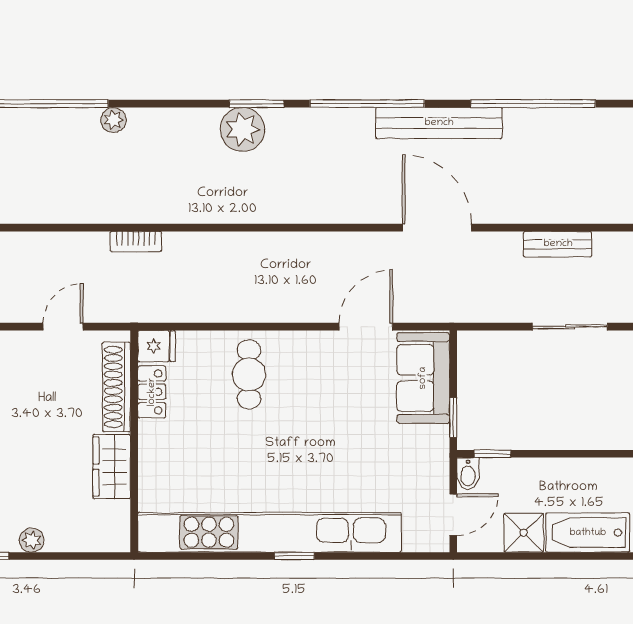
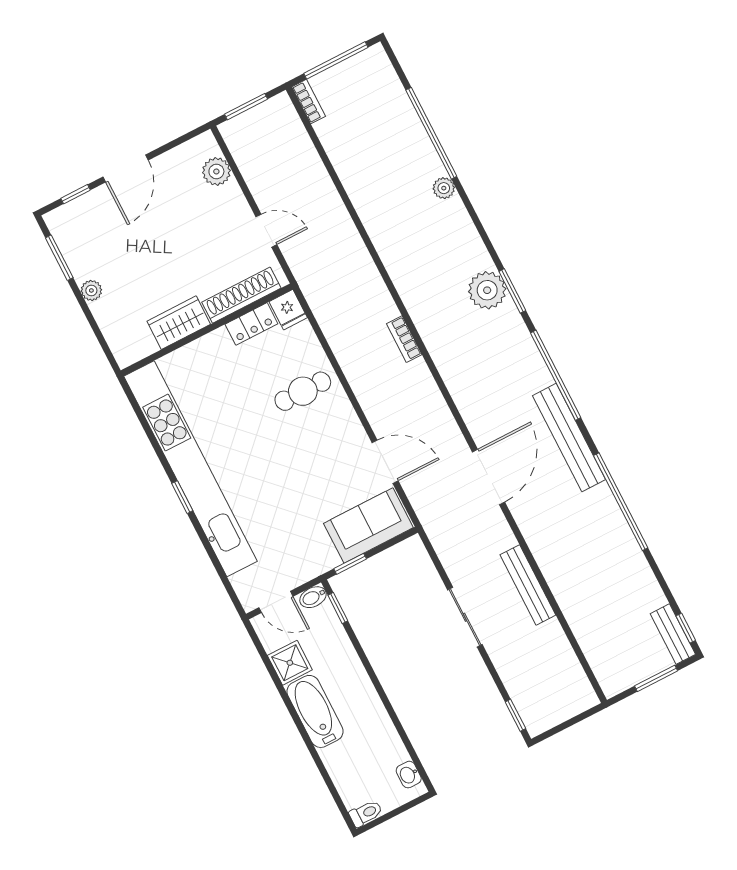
bookcase: (136, 241) -> (404, 339), moved
bench: (558, 244) -> (528, 585), width x1.36

